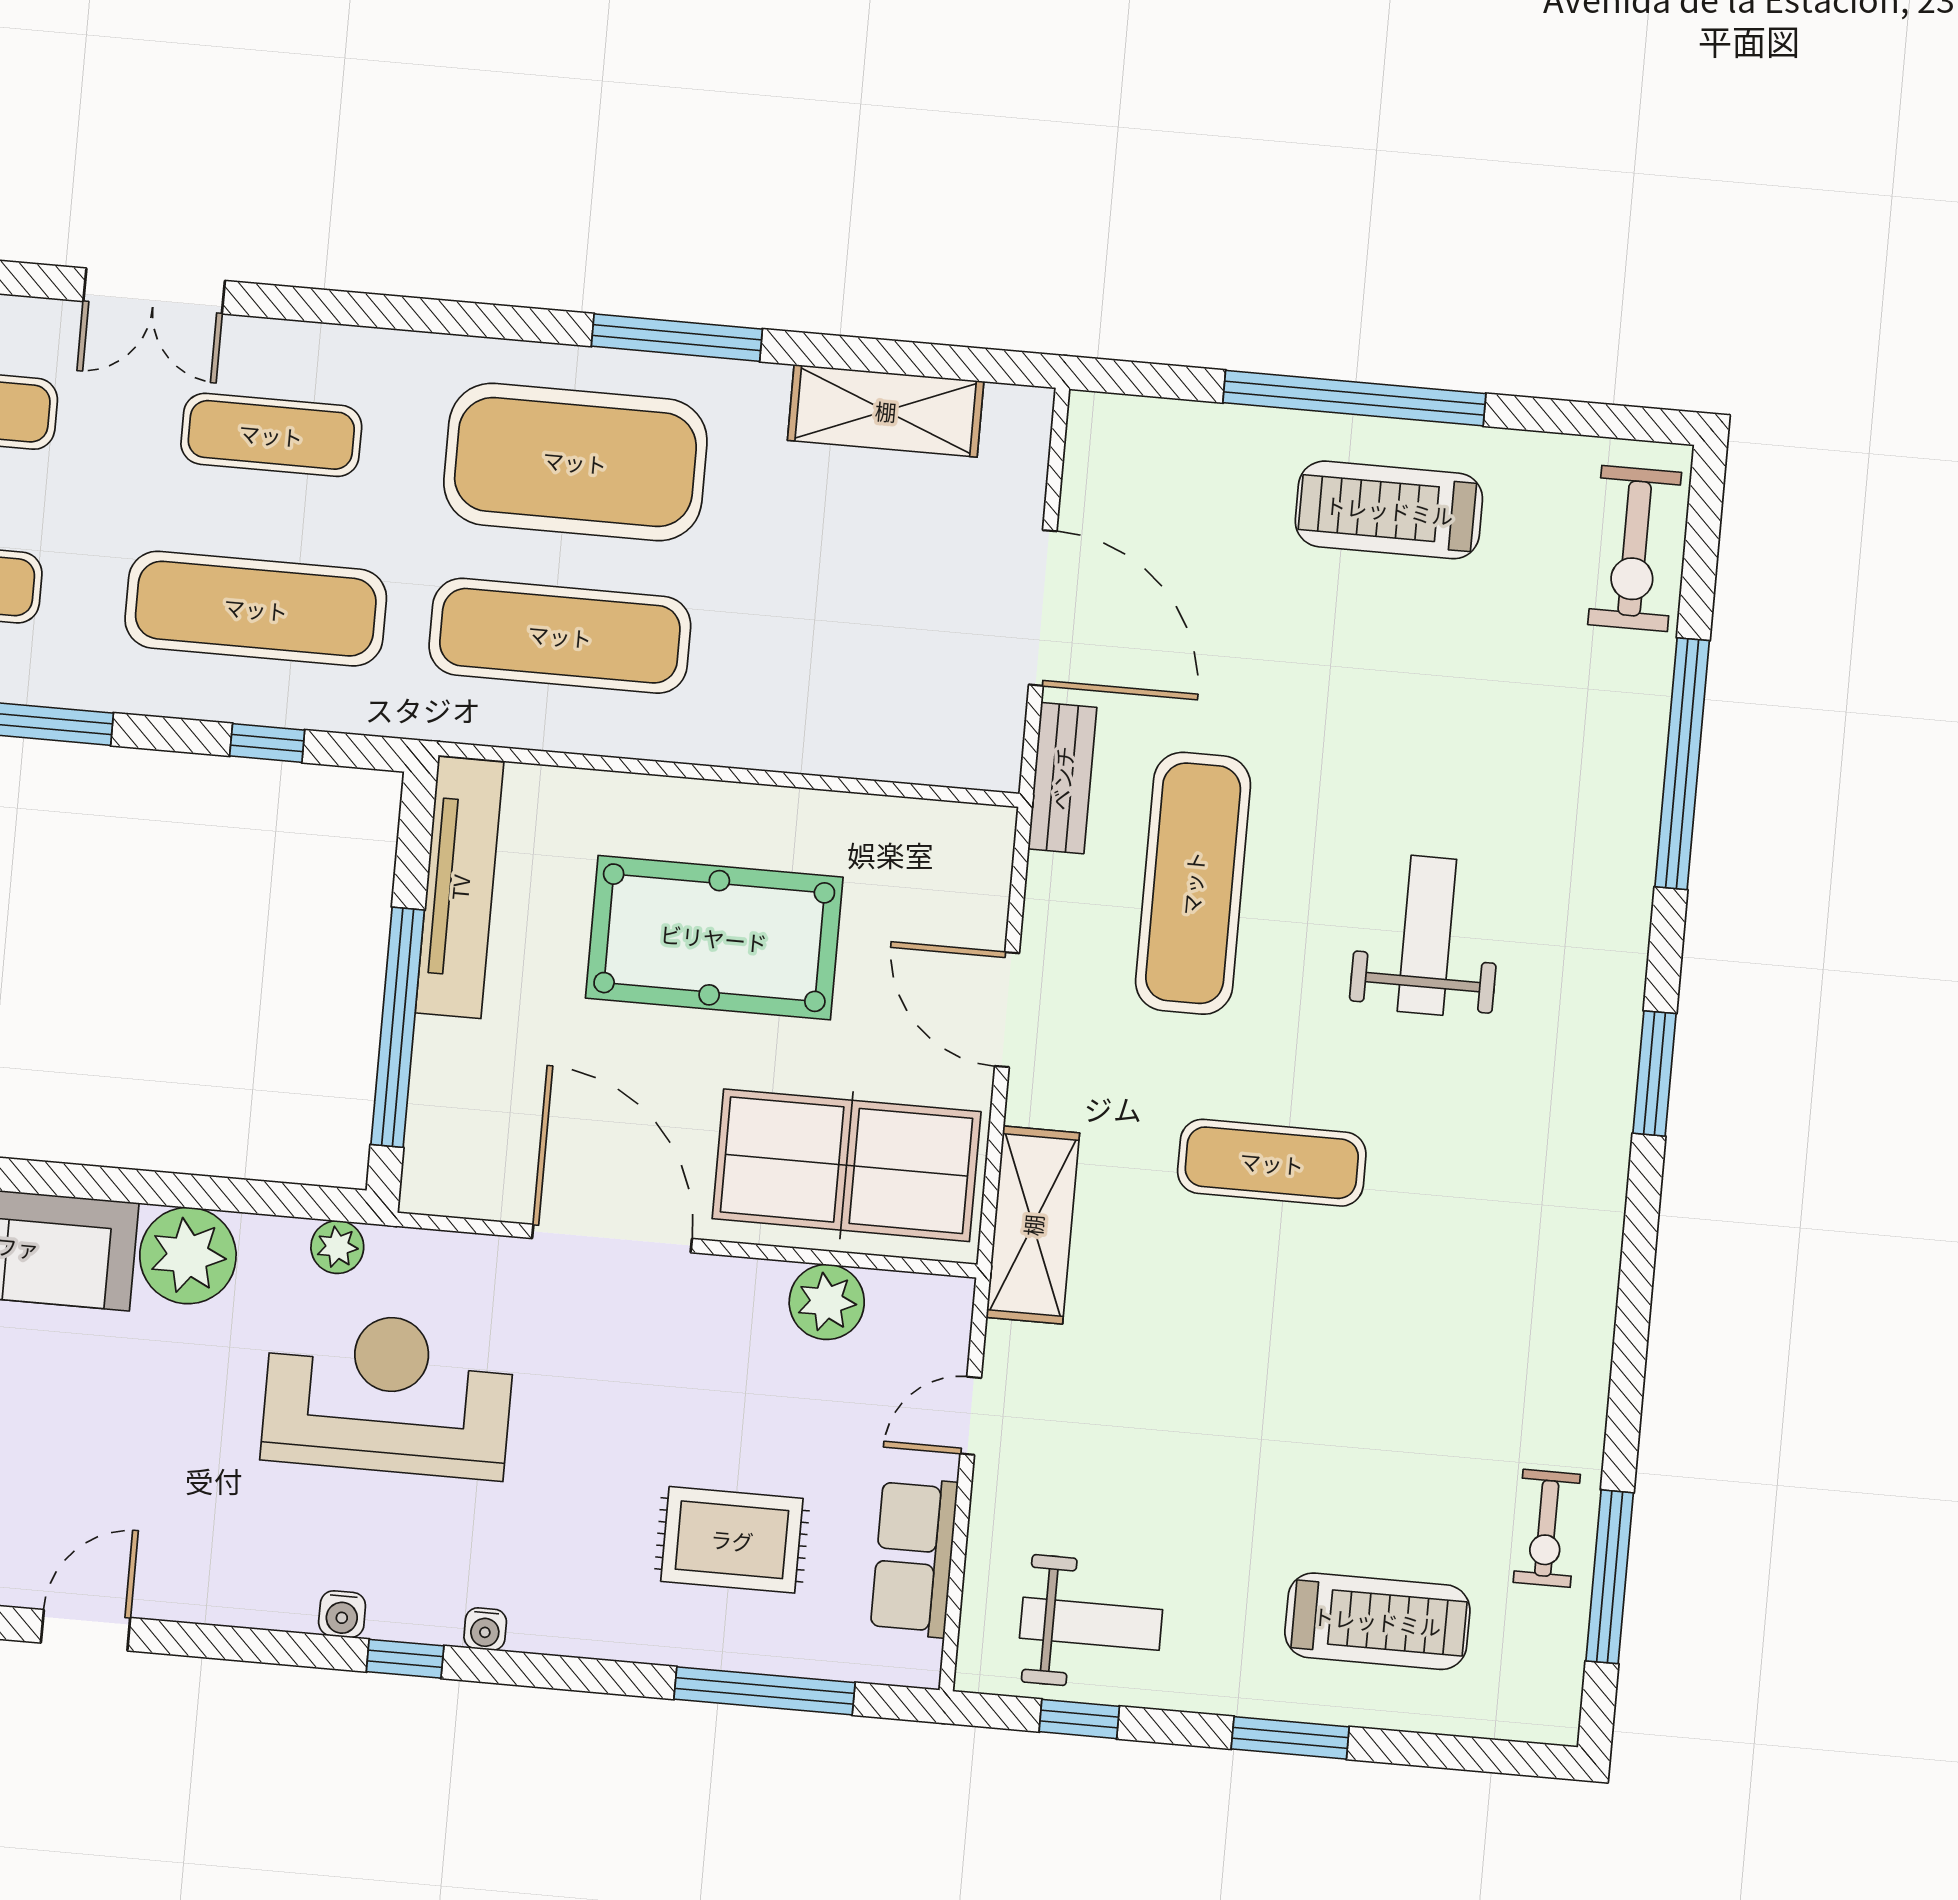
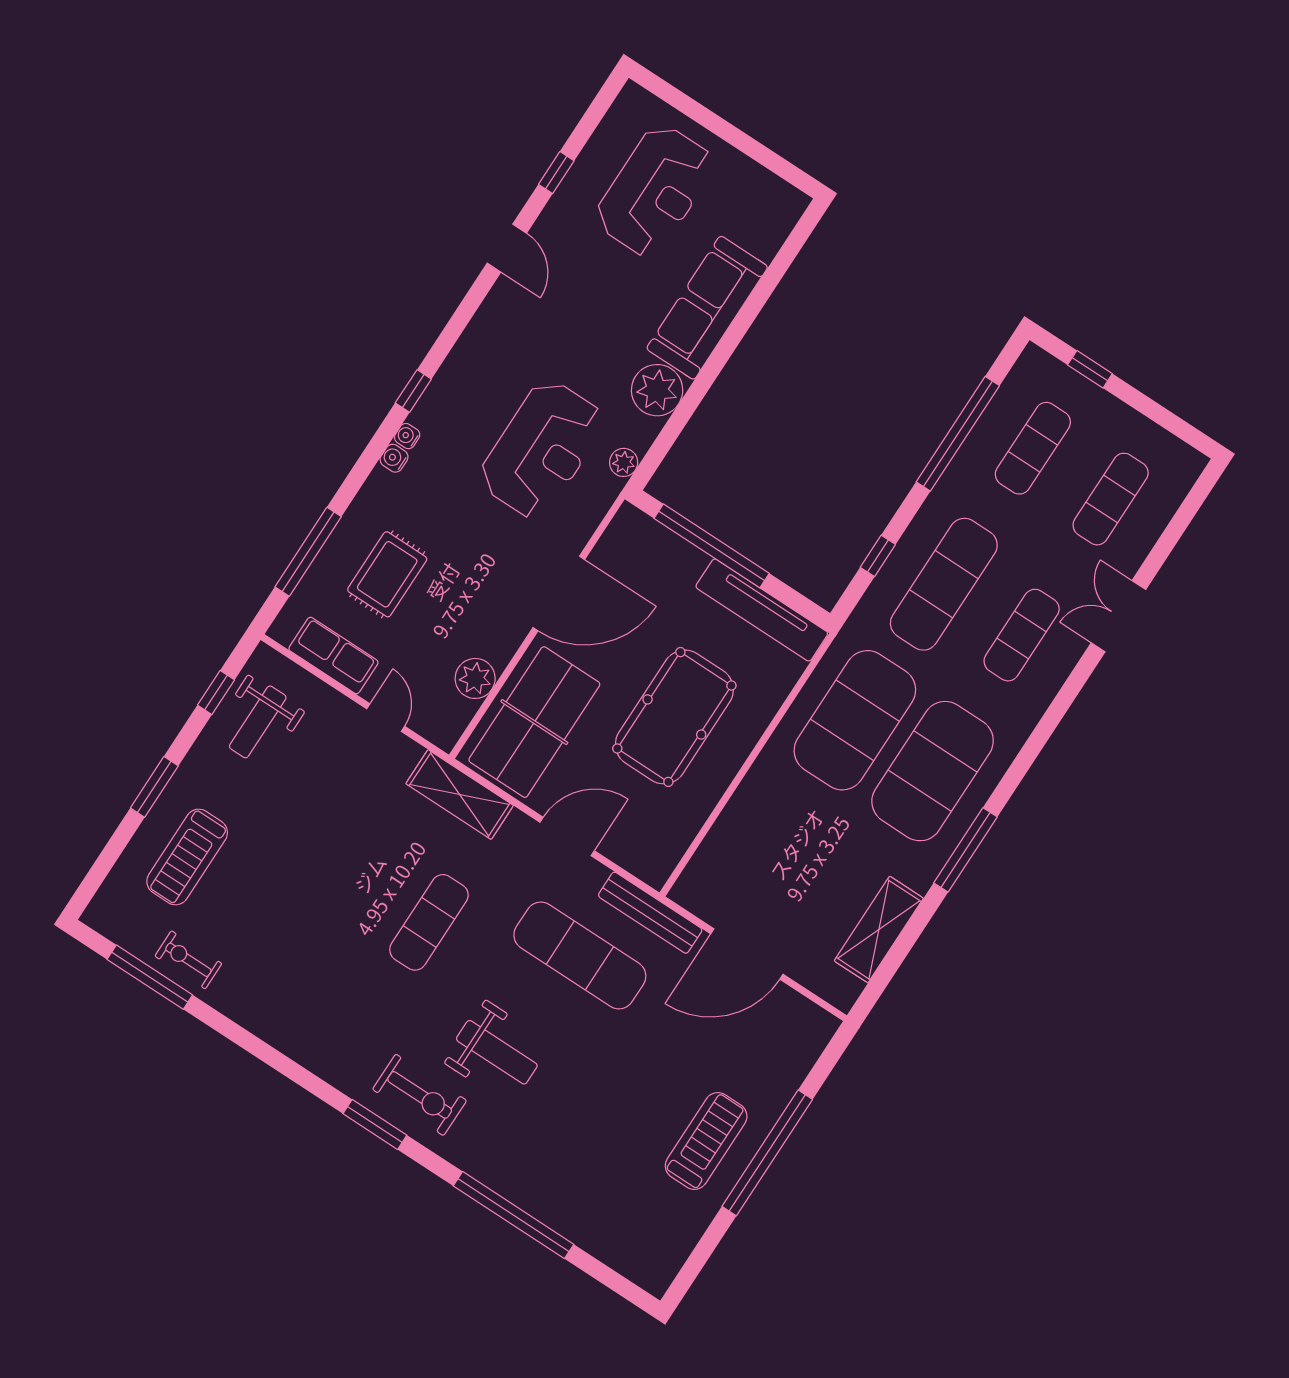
exercise bike: (1635, 548) -> (420, 1095), moved, turned 180
exercise mat: (560, 636) -> (855, 720), width x1.47
bench: (1062, 778) -> (650, 913), width x1.36
water cooler: (342, 1614) -> (394, 458), moved

